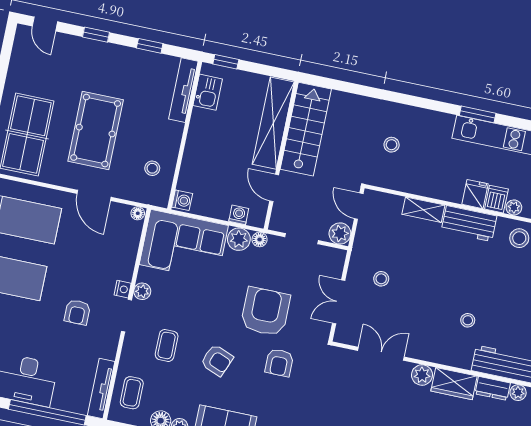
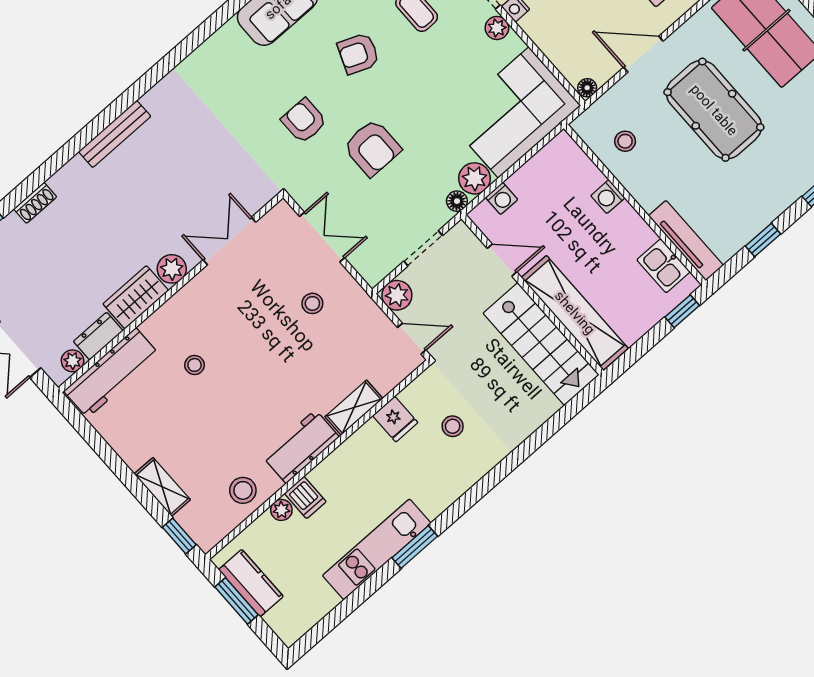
fridge: (475, 194) -> (395, 419), moved
washing machine: (182, 200) -> (608, 197), moved
armchair: (265, 312) -> (372, 148), width x0.73, depth x0.73
double door: (381, 354) -> (229, 241), swing flipped

